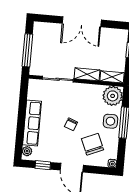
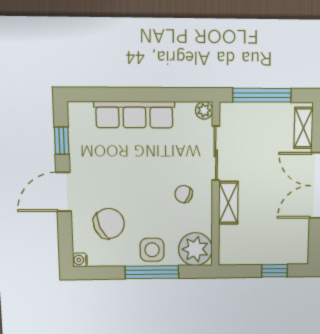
shelving: (112, 77) -> (304, 128), moved
chair: (71, 124) -> (184, 194), moved
plant: (27, 151) -> (204, 110), moved

